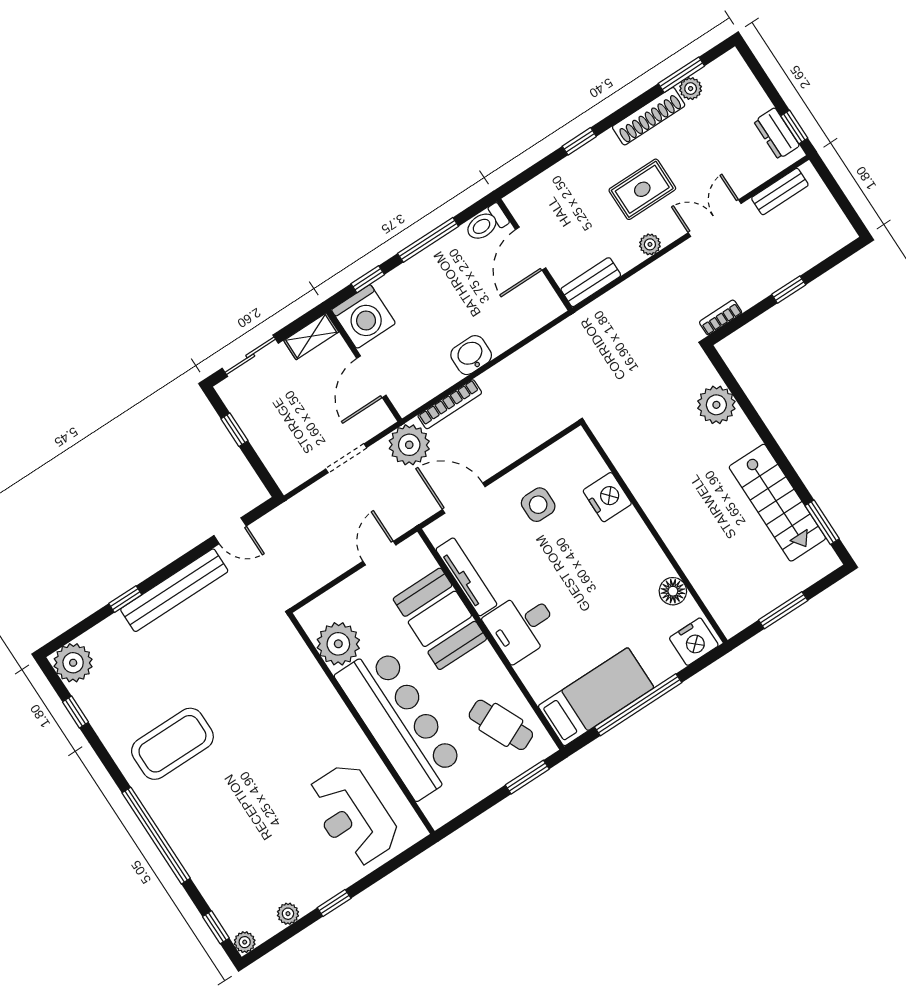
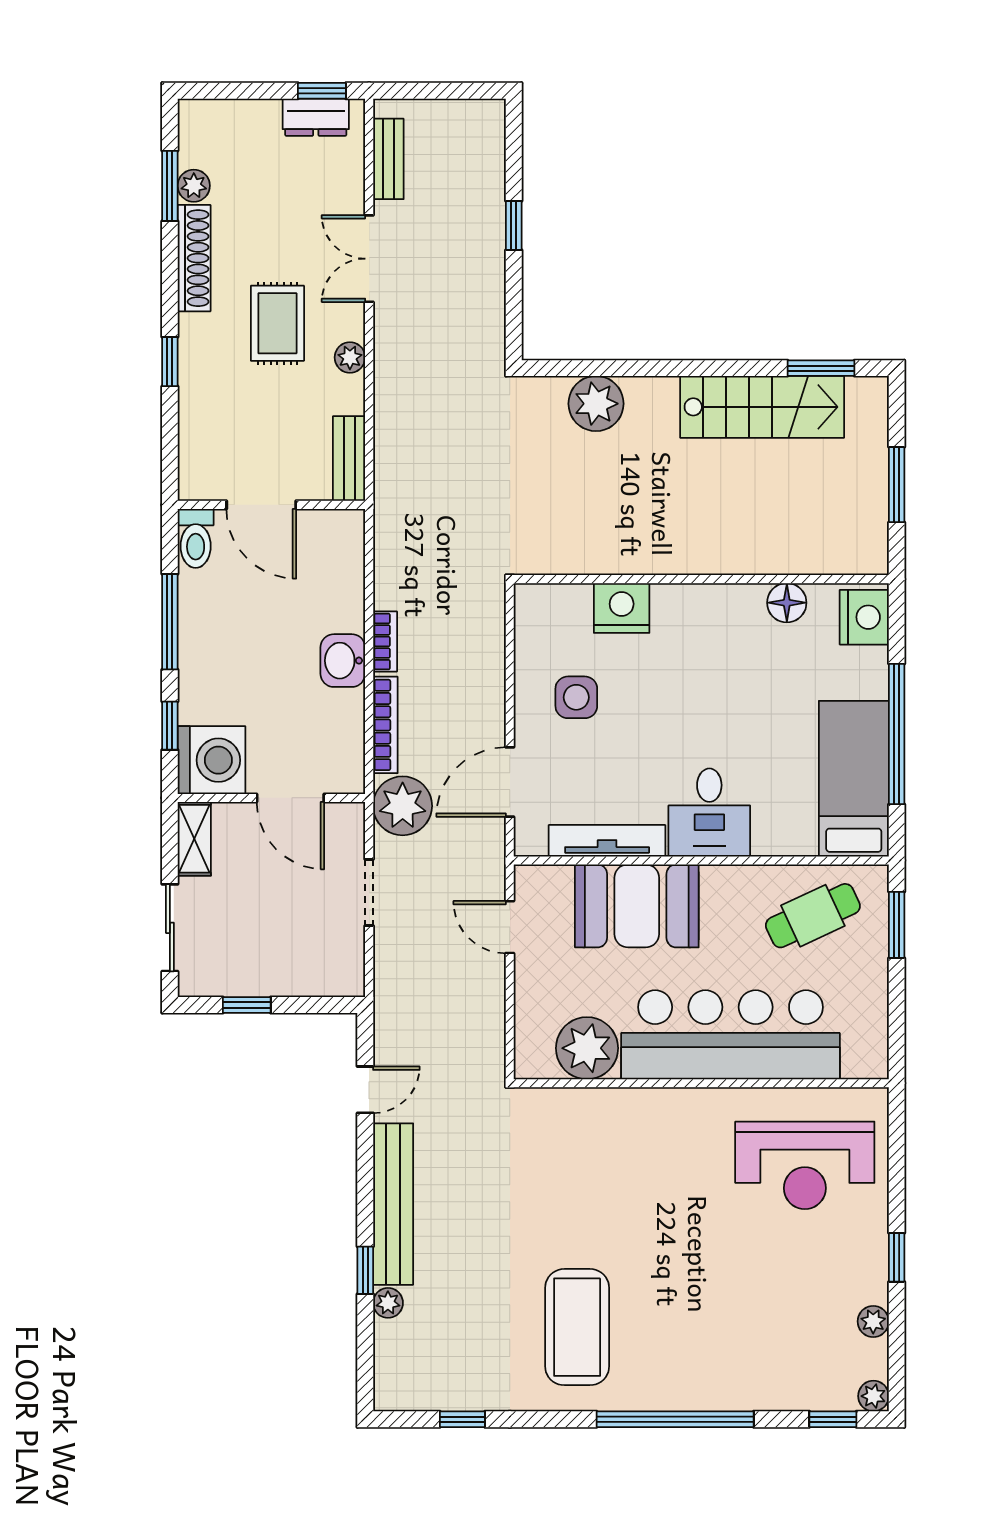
bookcase: (721, 317) -> (385, 642), moved, turned 180
plant: (73, 663) -> (388, 1303), moved, width x0.53, depth x0.53

